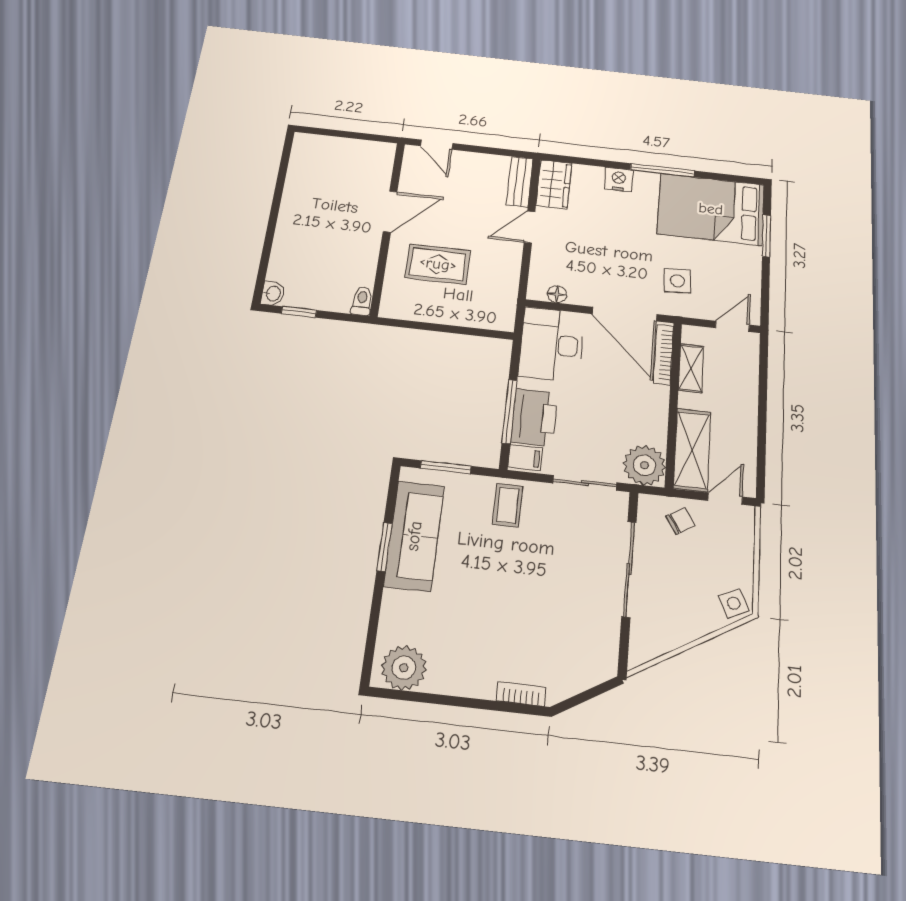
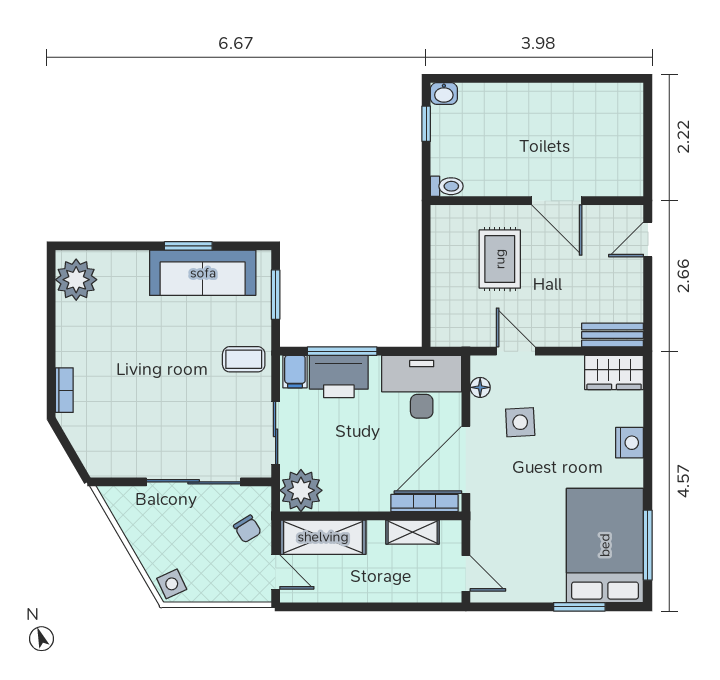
window: (662, 170) -> (648, 545), moved
door: (530, 227) -> (516, 351), moved
side table: (677, 281) -> (520, 422), moved

